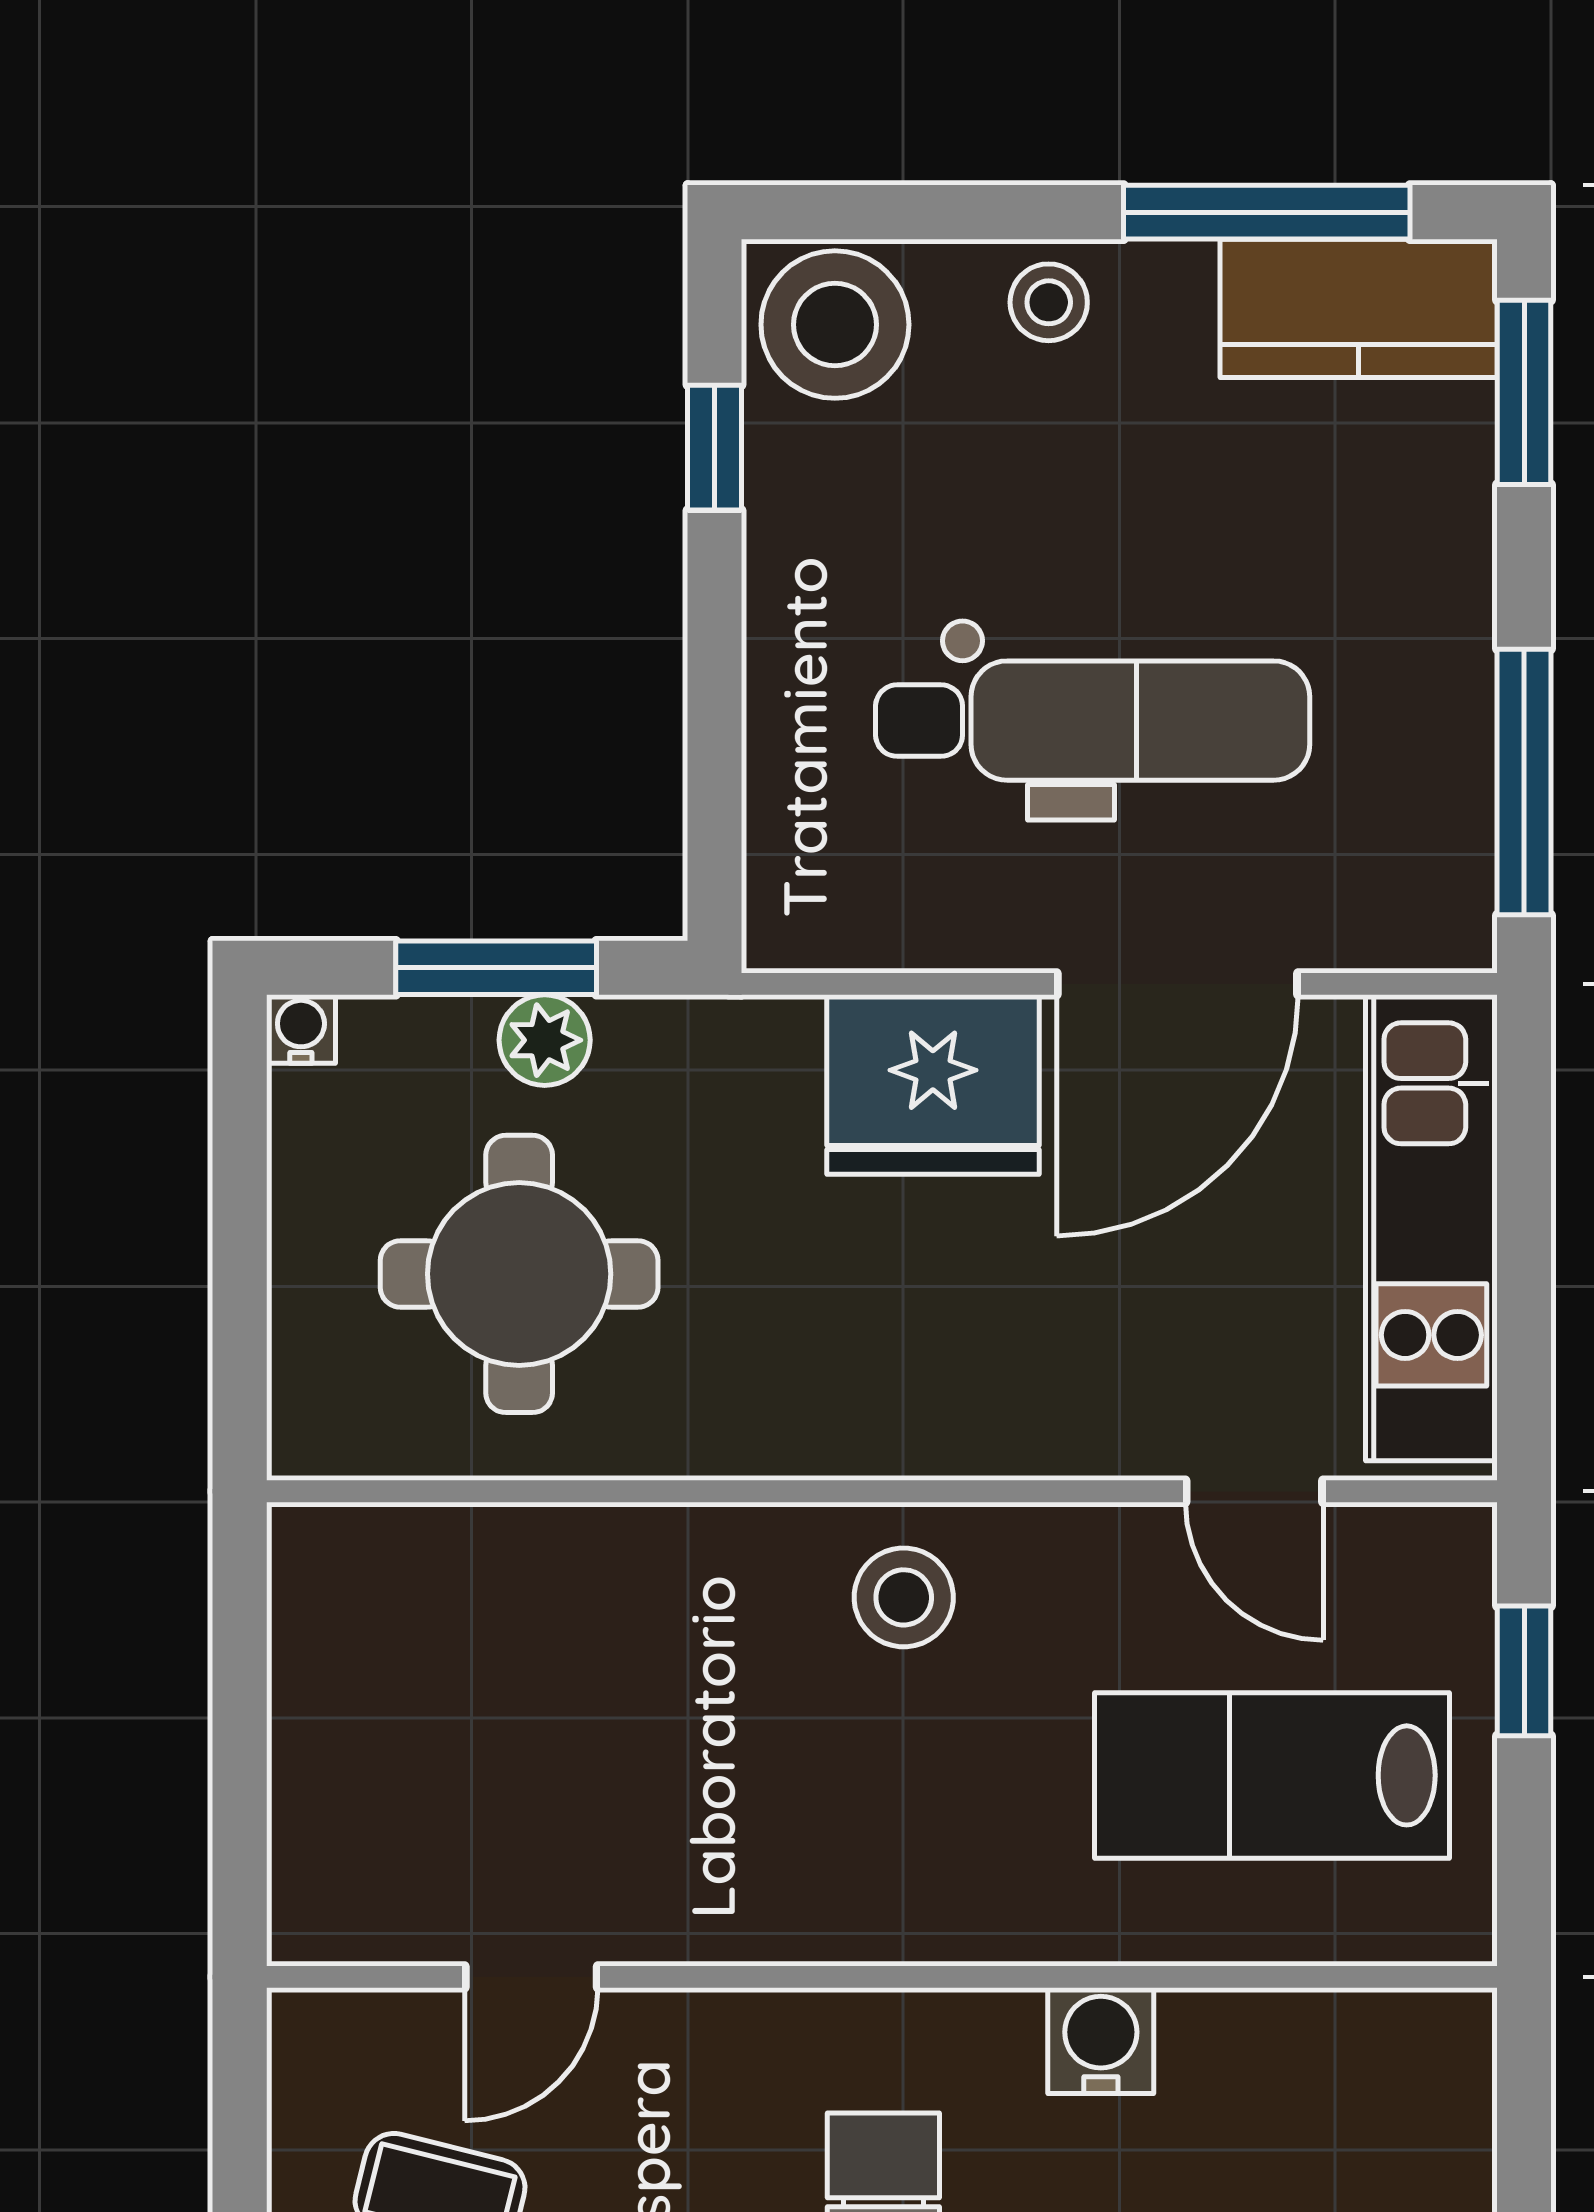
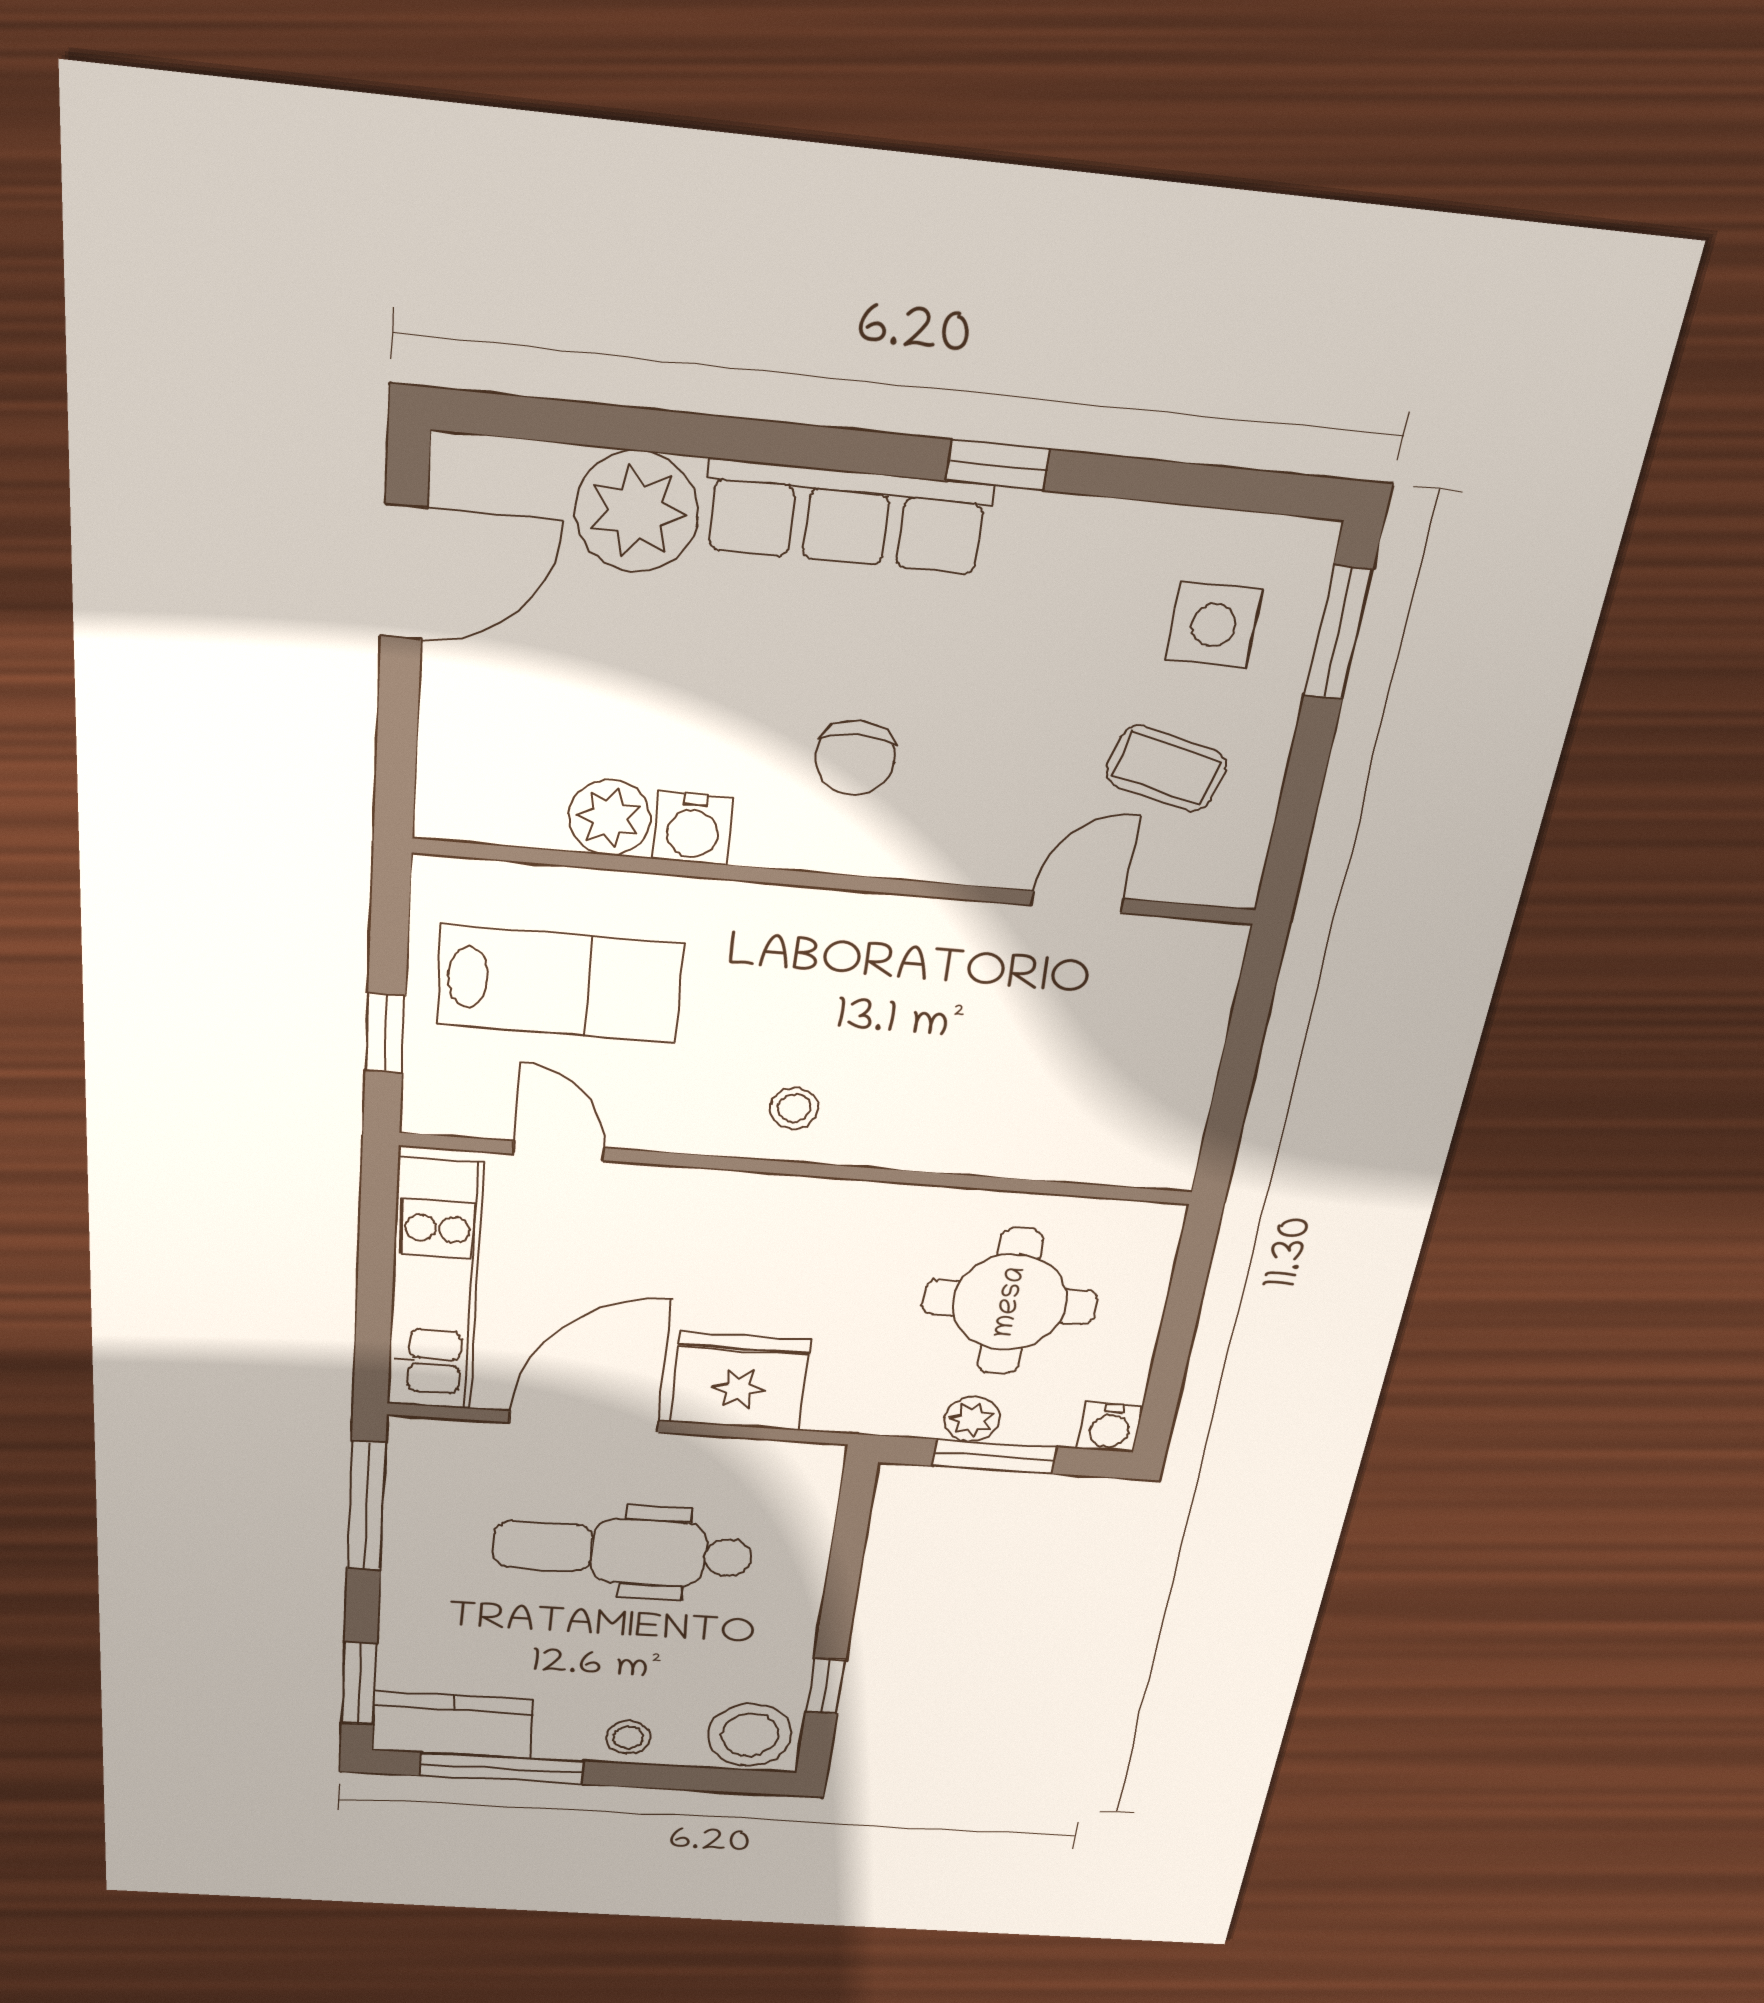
water cooler: (301, 1029) -> (1110, 1427), width x1.38, depth x1.38
stool: (904, 1597) -> (794, 1108), width x0.73, depth x0.73
plant: (1220, 2046) -> (609, 818), added

